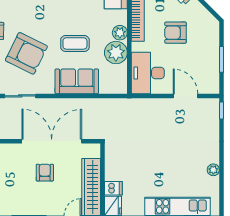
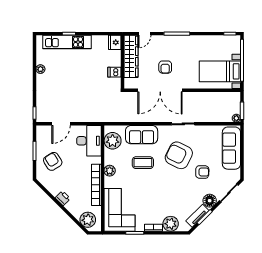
armchair: (175, 33) -> (53, 161), moved, turned -122
plant: (116, 53) -> (113, 141), moved
door: (186, 96) -> (61, 124), hinge flipped
dishwasher: (113, 188) -> (114, 72), moved

